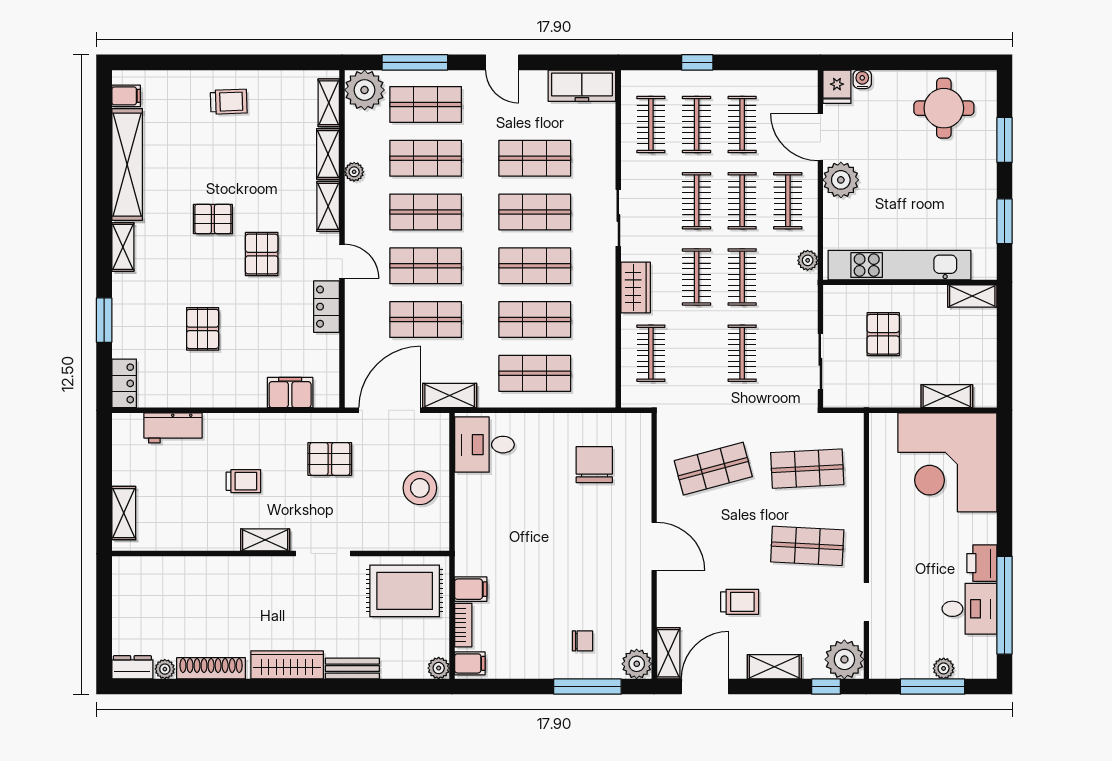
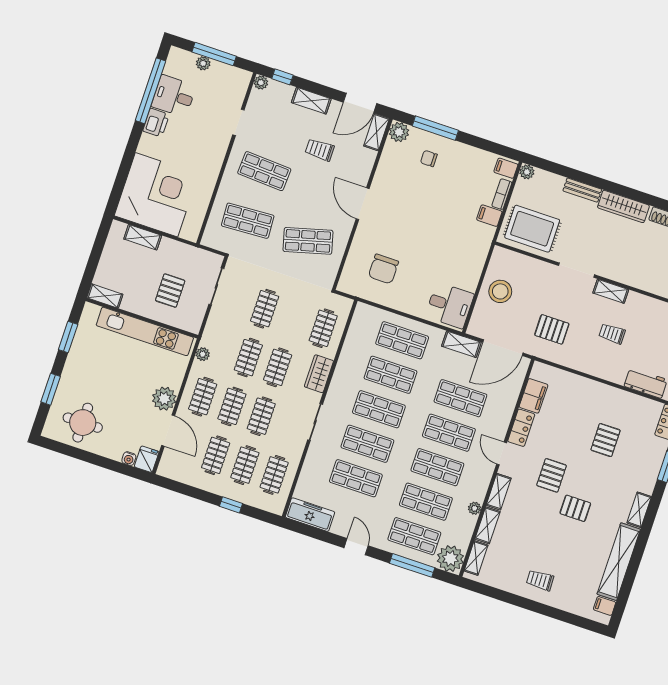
filing cabinet: (290, 393) -> (533, 396), moved, turned -90
plant: (844, 659) -> (261, 83), width x0.53, depth x0.53

